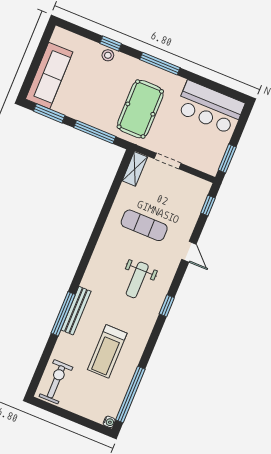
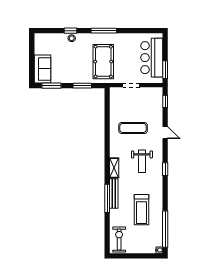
sofa: (49, 76) -> (42, 69), width x0.73
bar counter: (210, 107) -> (152, 58), moved, turned 90
window: (95, 132) -> (82, 86), width x0.69
shelving: (135, 169) -> (114, 168), moved

